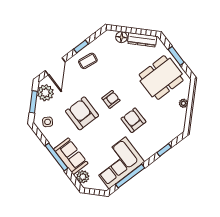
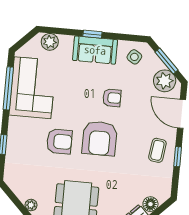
armchair: (111, 99) -> (100, 138), width x1.88, depth x1.88
armchair: (82, 113) -> (112, 98), width x0.53, depth x0.53
sofa: (71, 156) -> (95, 50), moved
window: (57, 157) -> (92, 34), width x0.46

